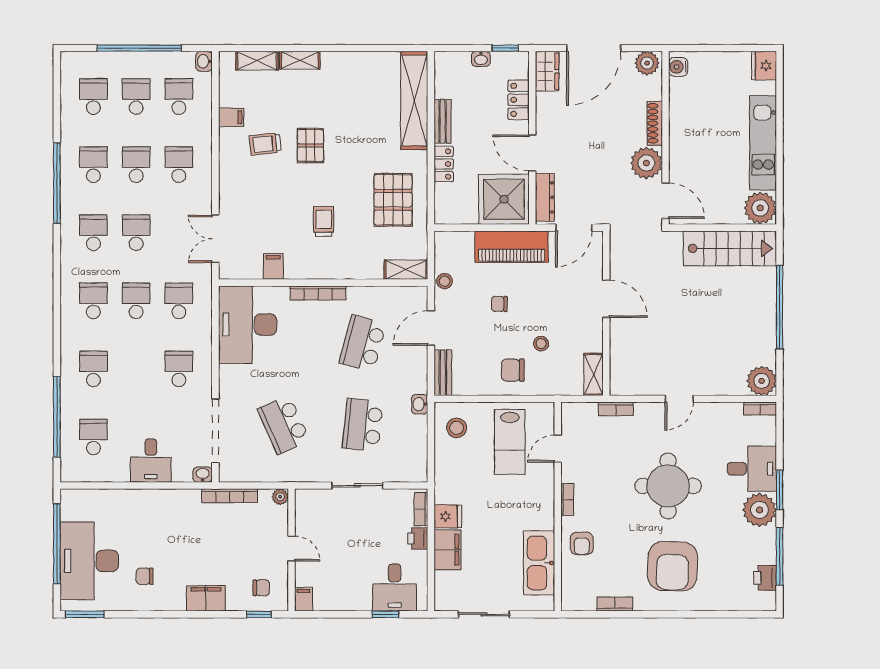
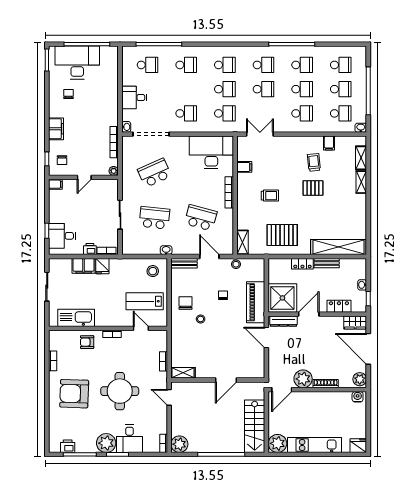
door: (606, 299) -> (226, 380), moved
wall: (606, 313) -> (218, 380), moved
shelving: (594, 374) -> (183, 373), moved

